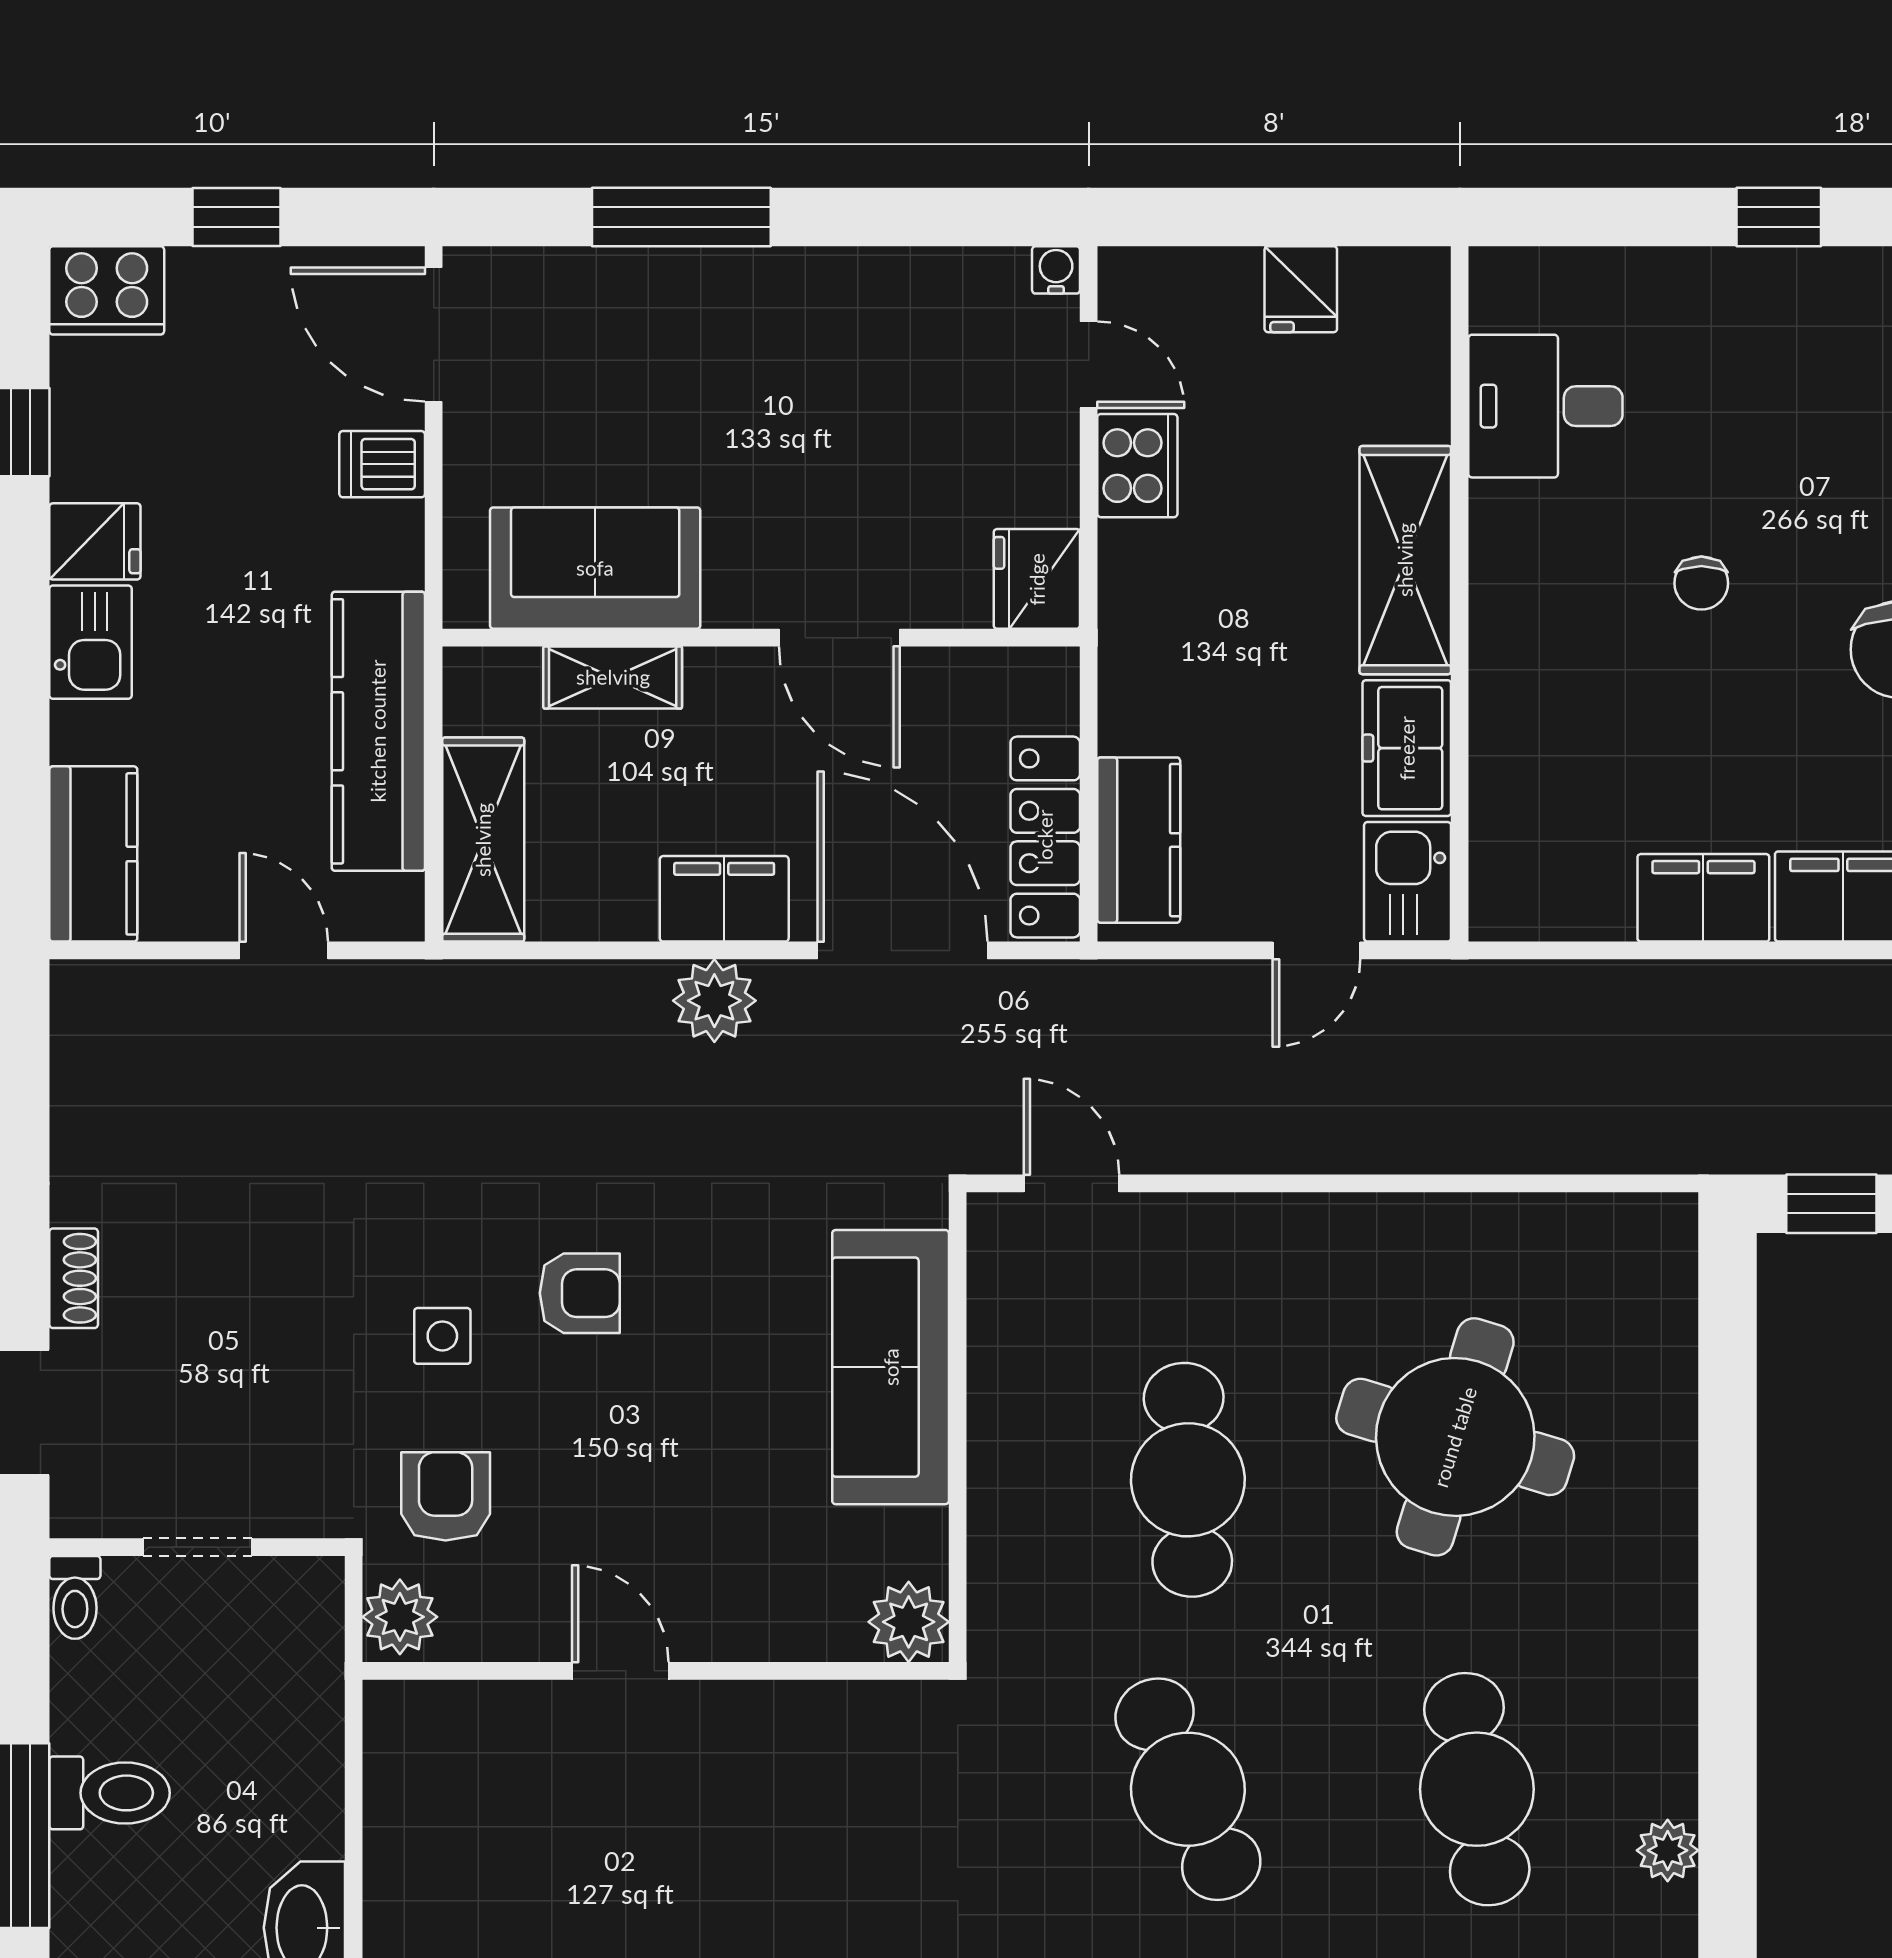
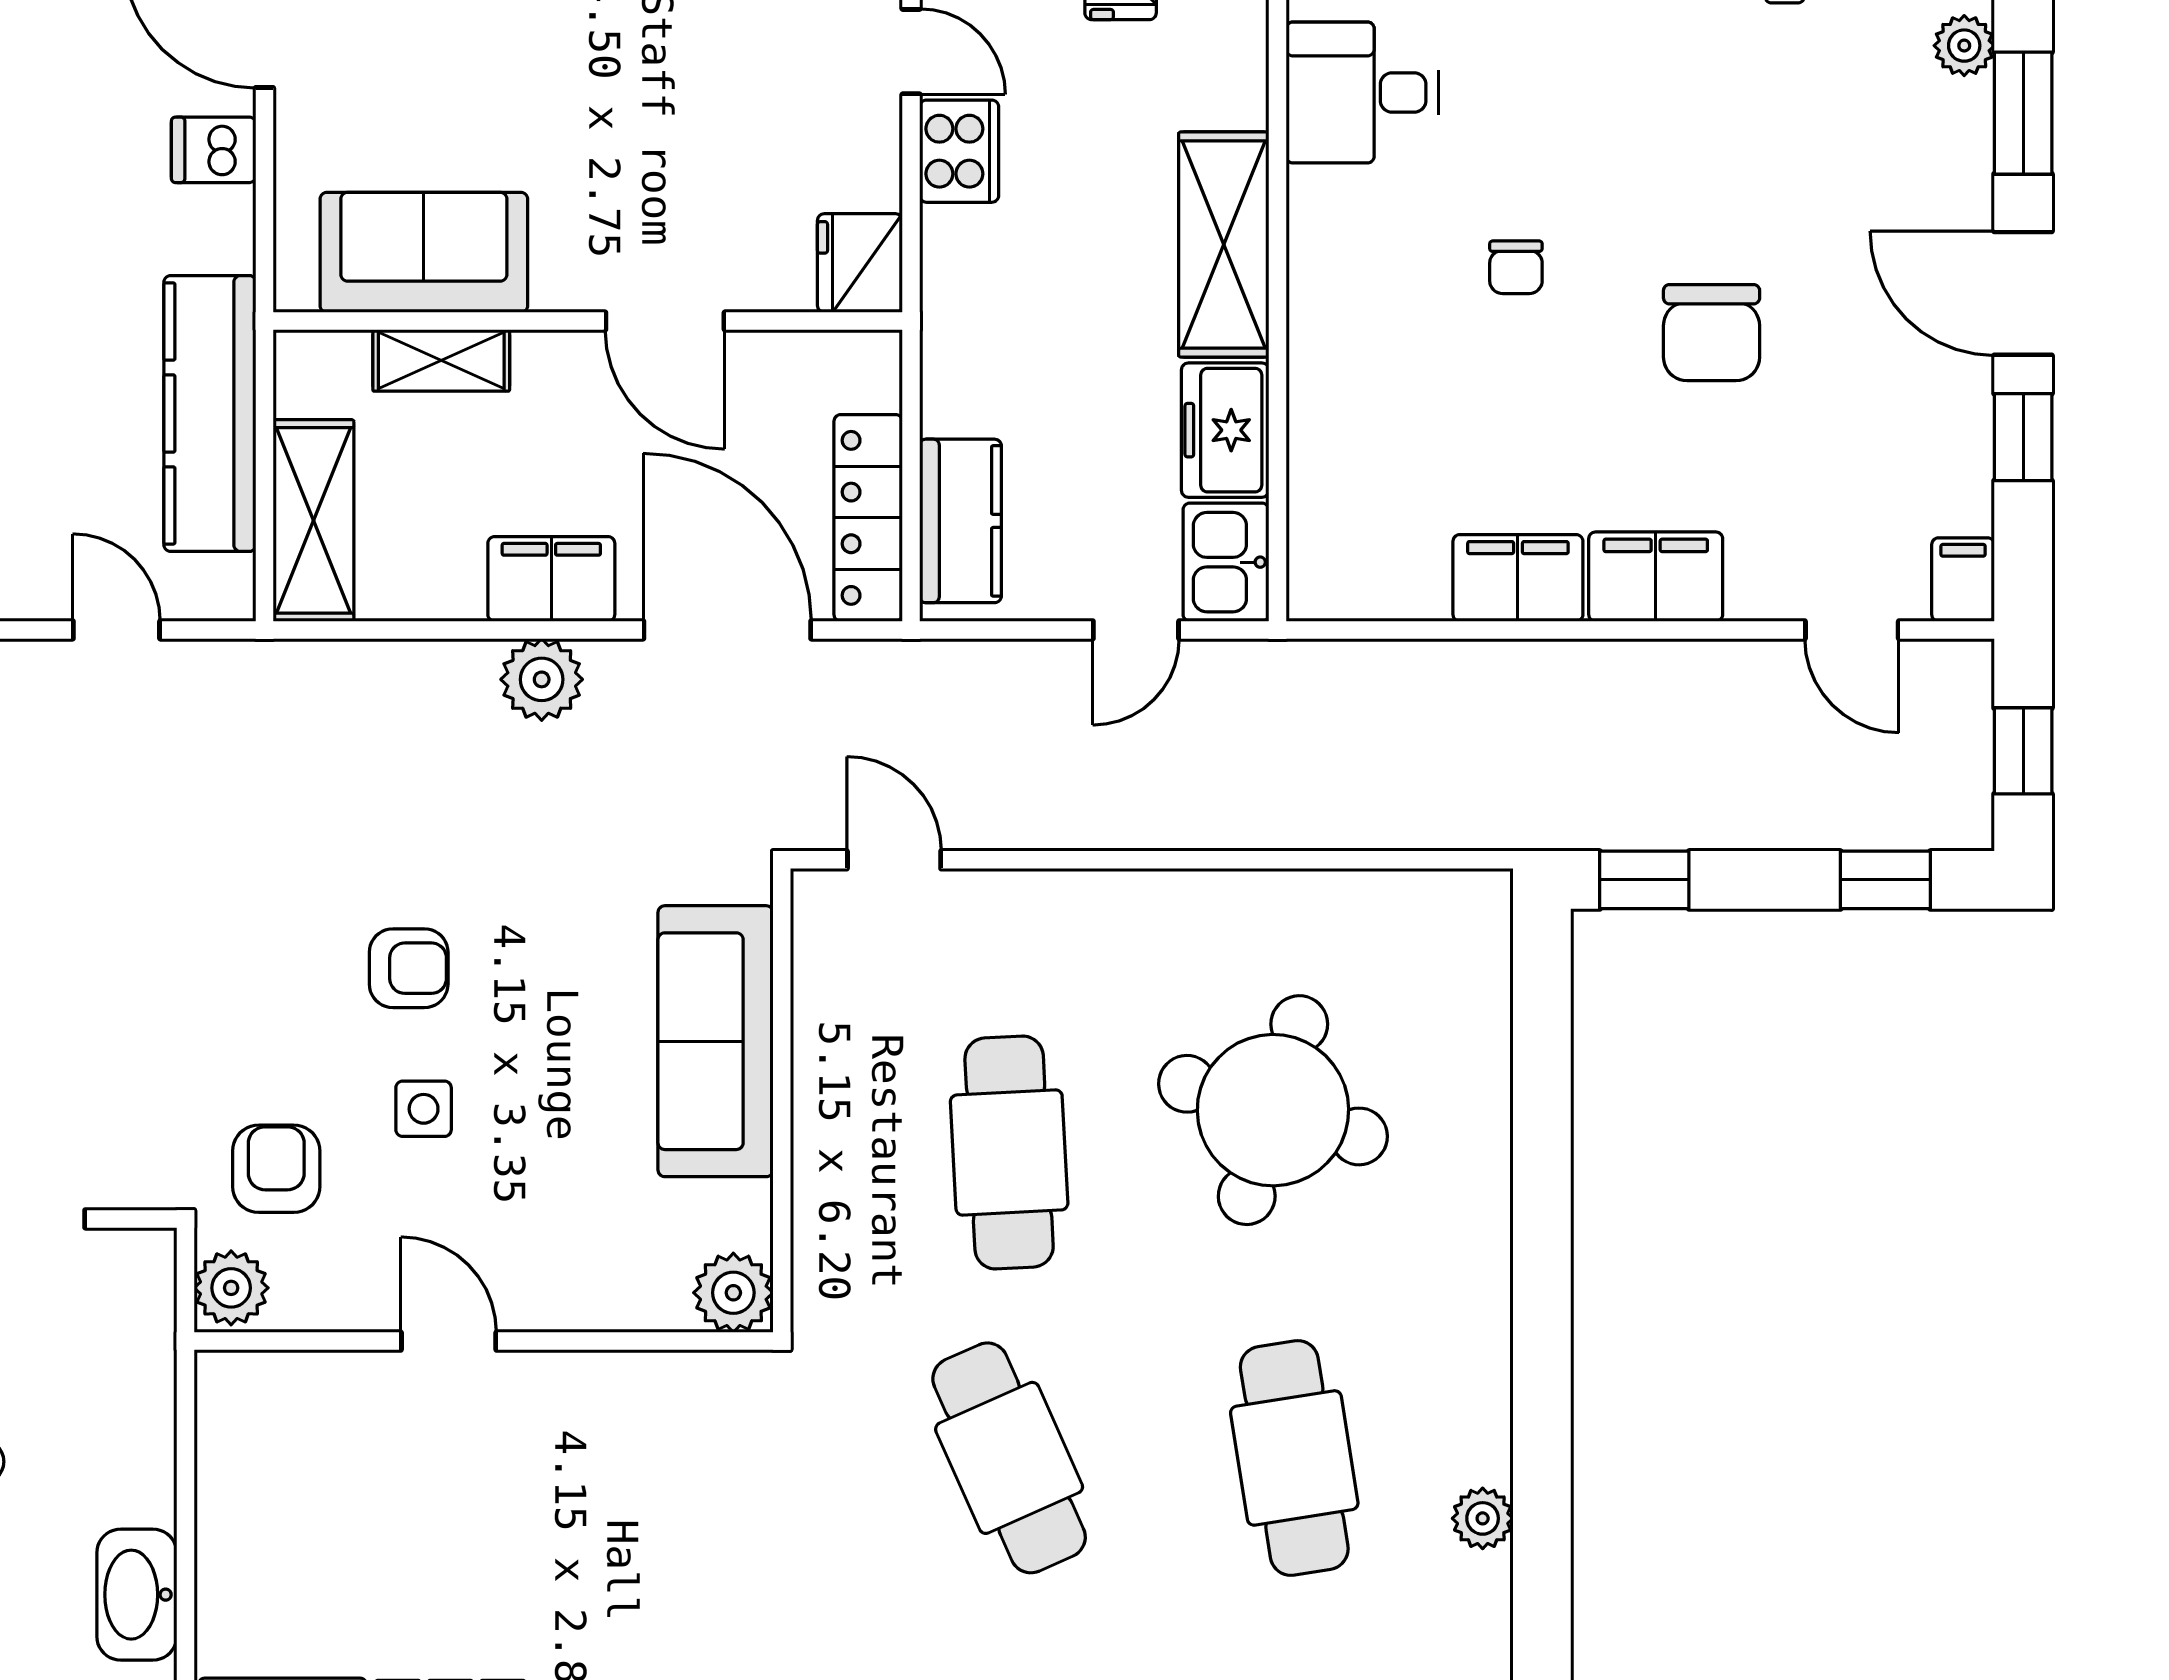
side table: (442, 1336) -> (424, 1109), moved

